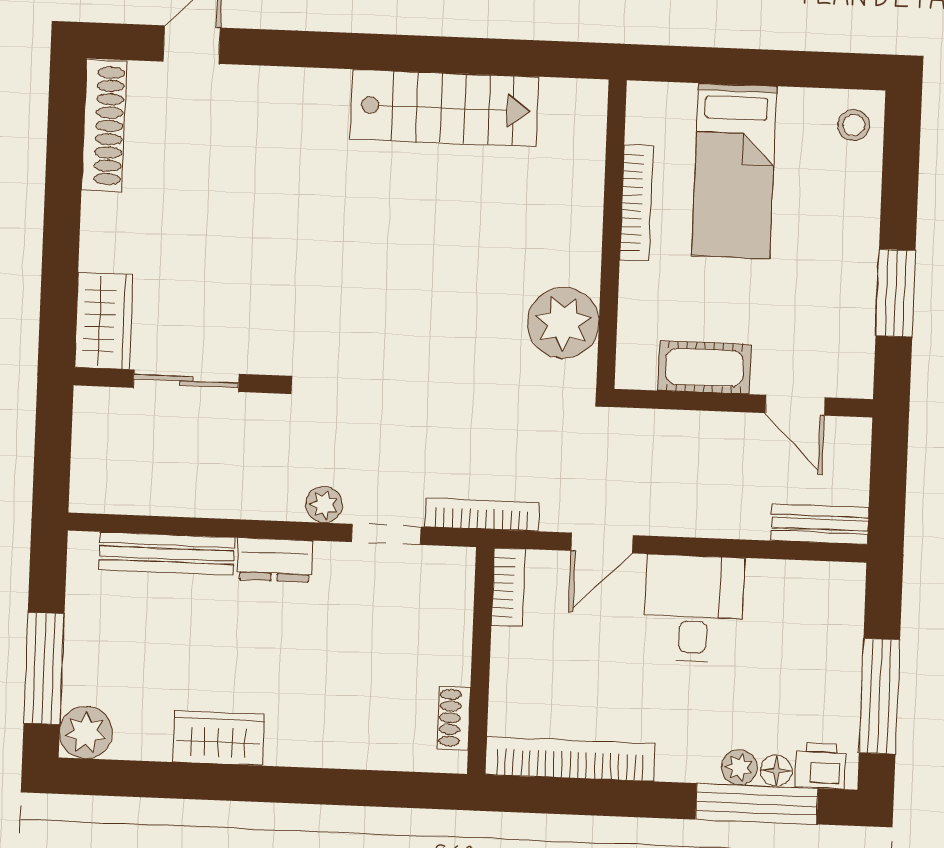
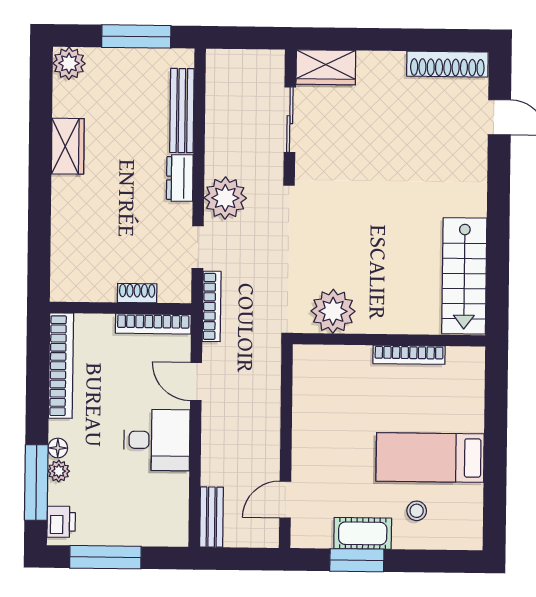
stool: (854, 125) -> (417, 511), moved
bookcase: (637, 203) -> (409, 355), moved
wall: (612, 234) -> (389, 340), moved
plant: (563, 323) -> (333, 311), moved
cot: (705, 367) -> (363, 533), moved, turned 90
plant: (324, 504) -> (225, 198), width x1.88, depth x1.88
bookcase: (508, 587) -> (153, 324), width x1.56
window: (44, 668) -> (136, 36), moved
shoe rack: (454, 718) -> (137, 293), moved
floor lamp: (776, 771) -> (58, 448), moved

